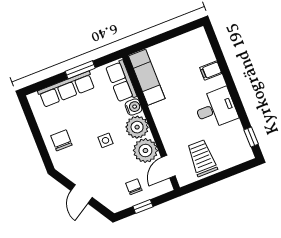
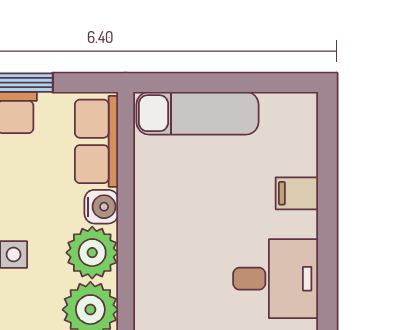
exam couch: (147, 77) -> (197, 113), moved, turned 90

